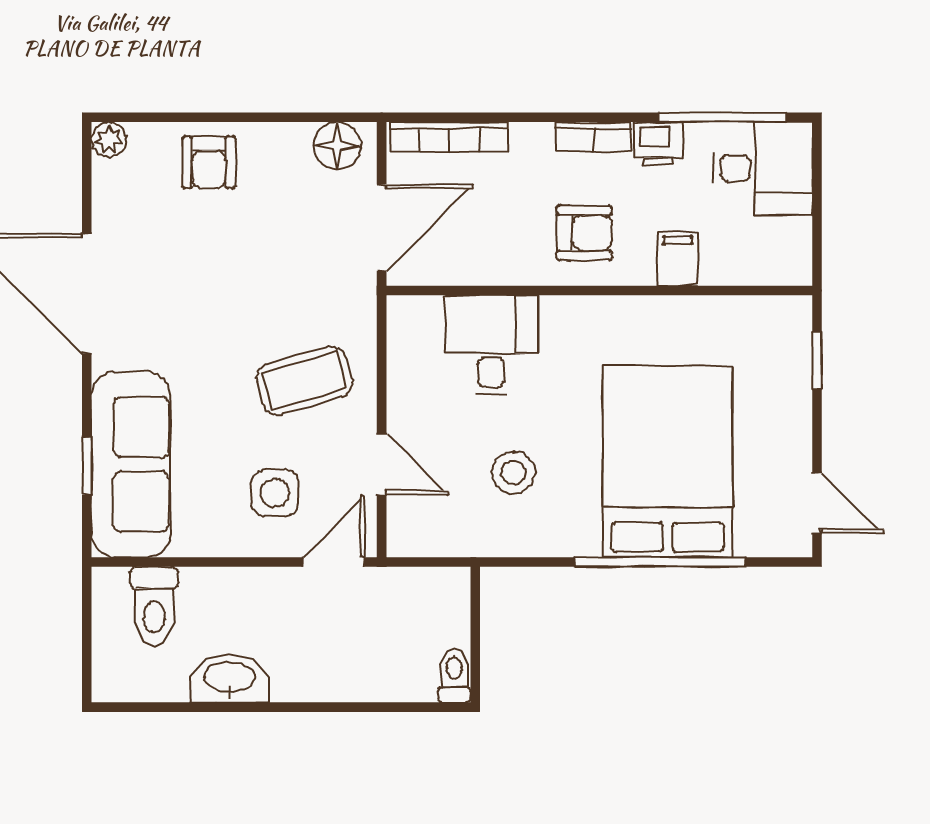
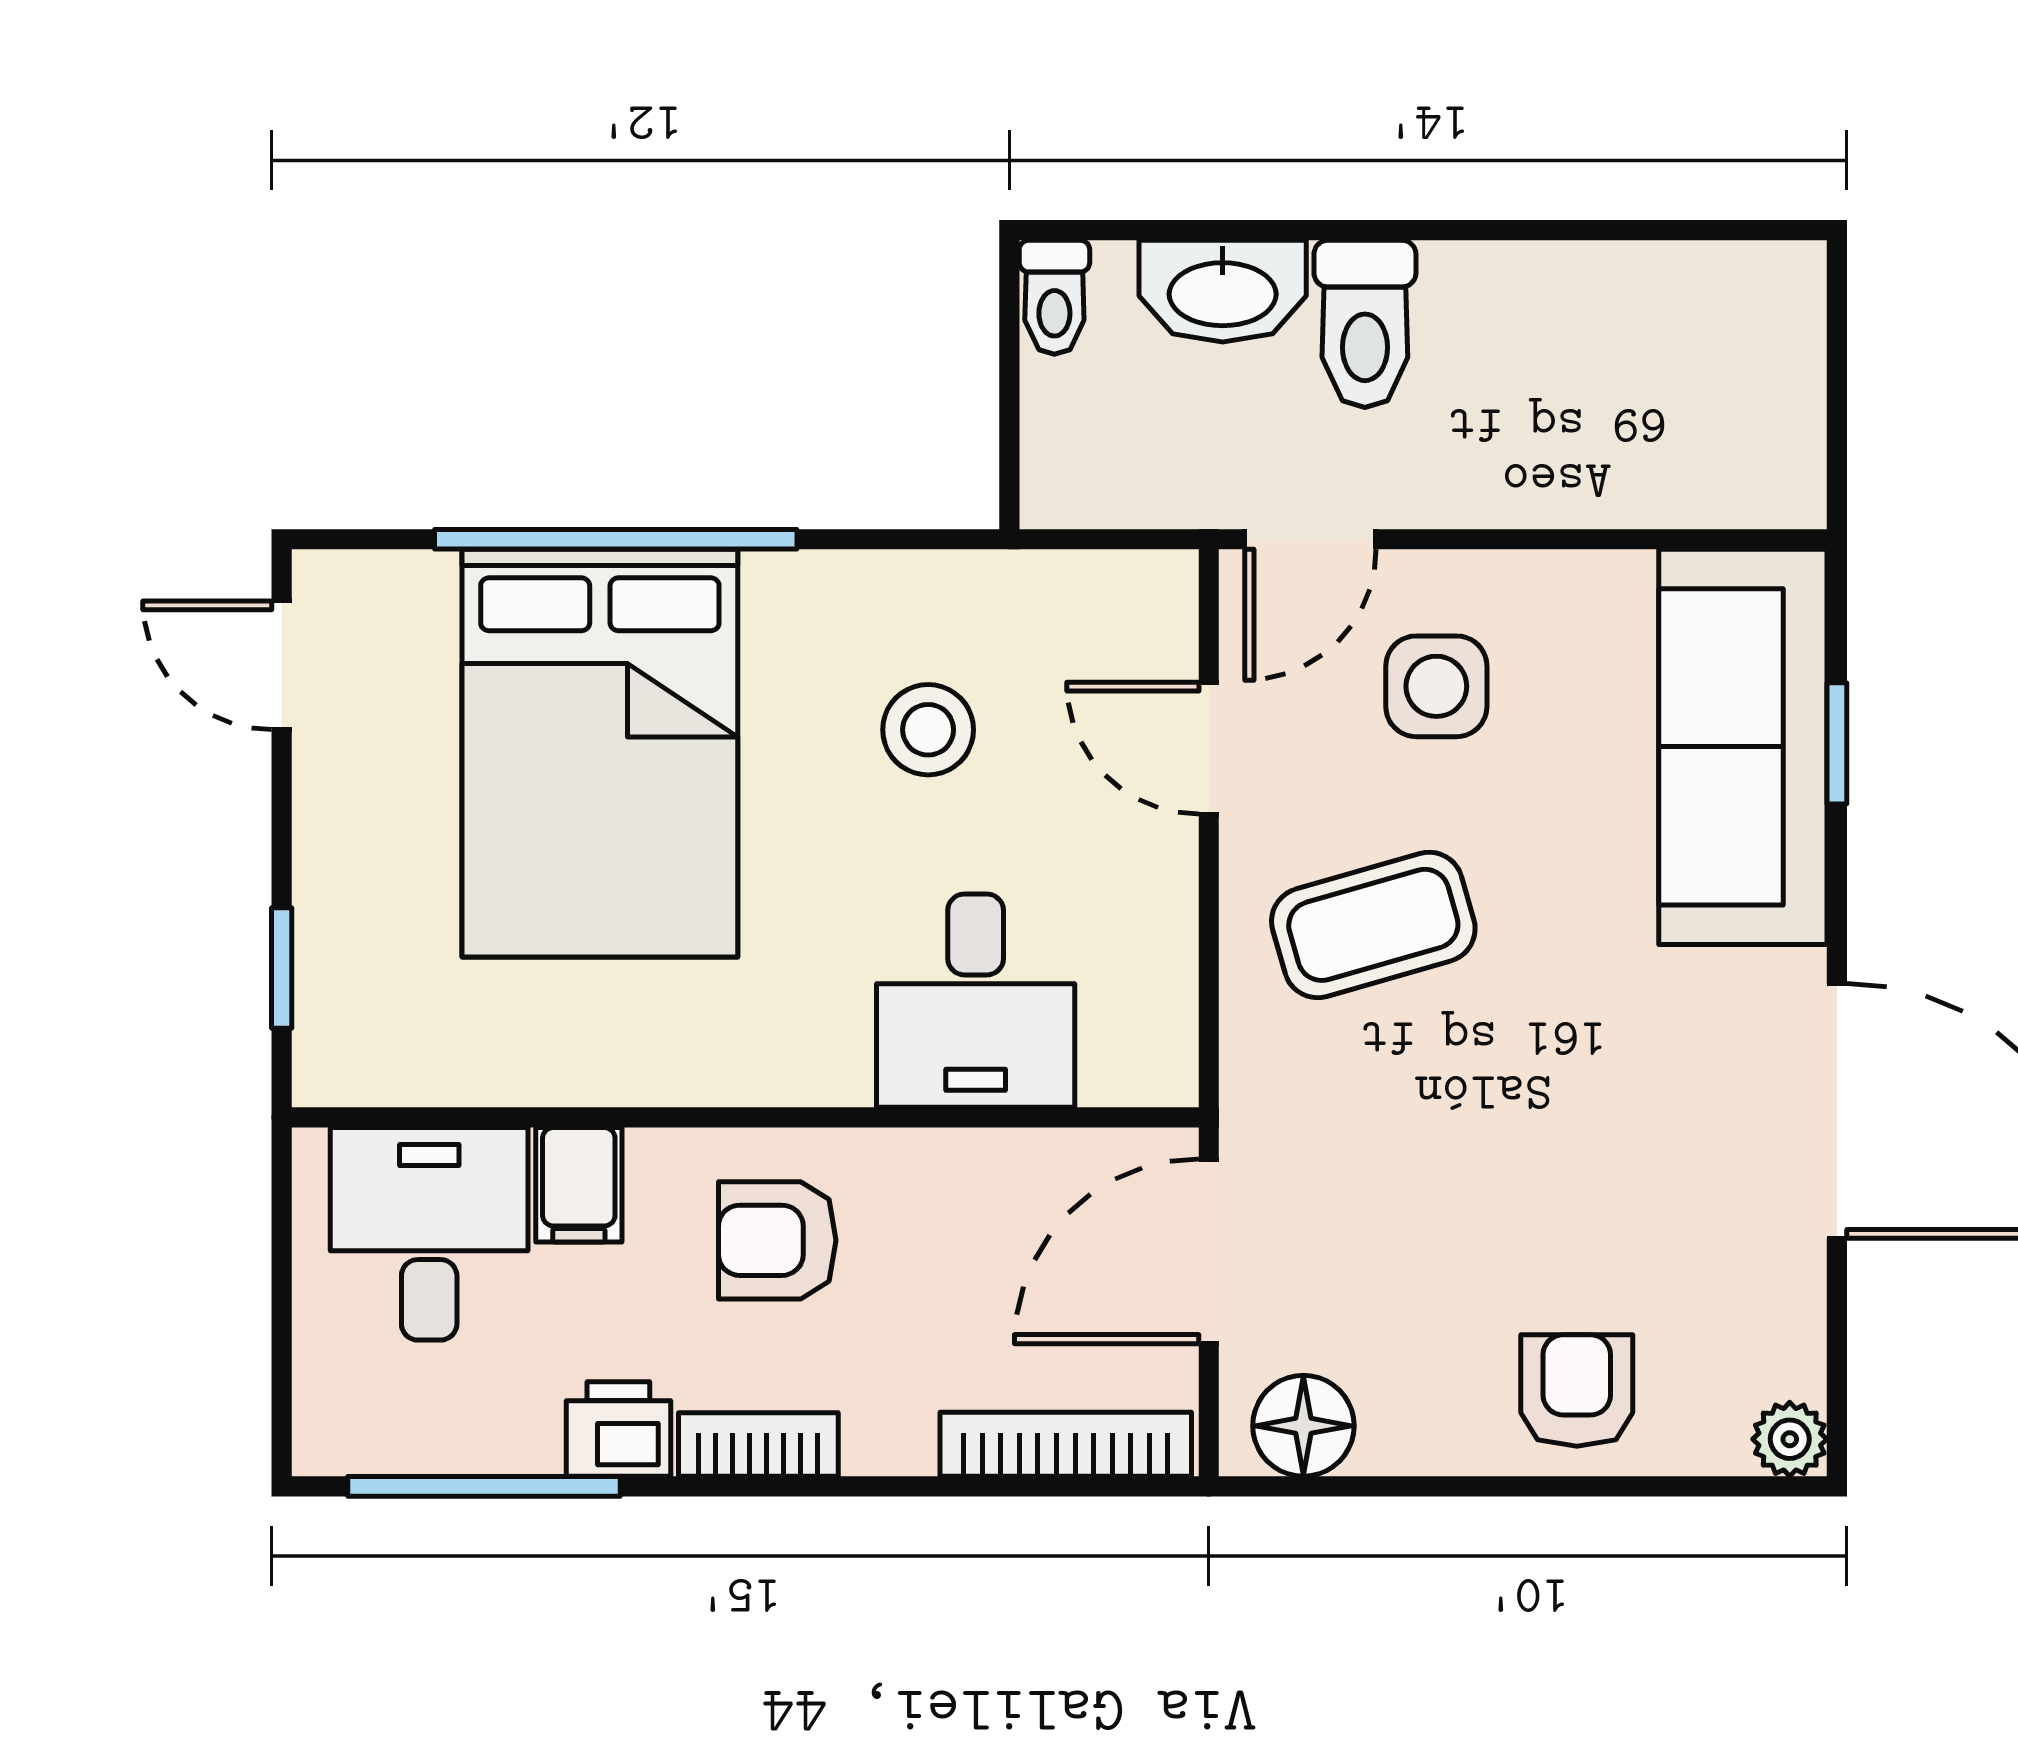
desk: (762, 168) -> (429, 1234), moved, turned 90
toilet: (154, 606) -> (1365, 324), moved, turned 180
washbasin: (229, 678) -> (1223, 291), moved

